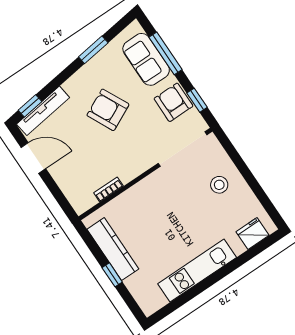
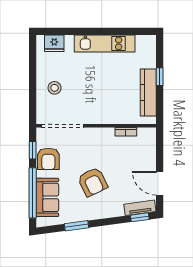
window: (165, 53) -> (33, 193), width x1.46
tv unit: (43, 111) -> (140, 208), width x0.71

